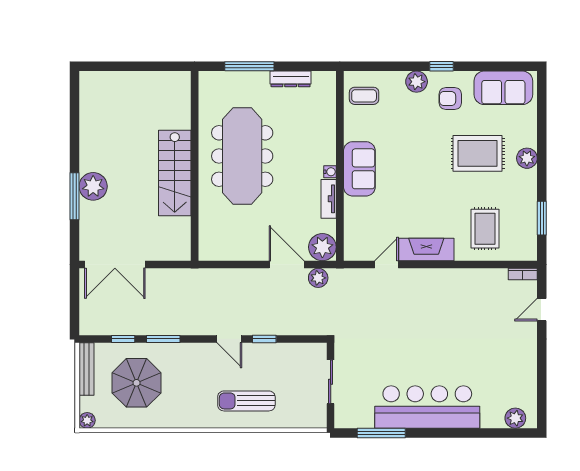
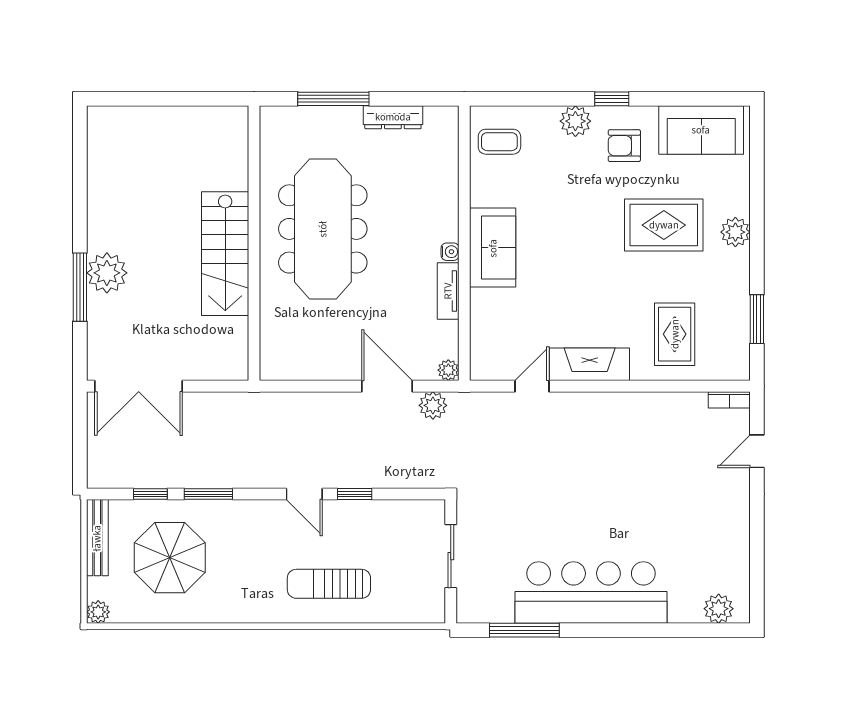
plant: (322, 247) -> (448, 370), width x0.53, depth x0.53

